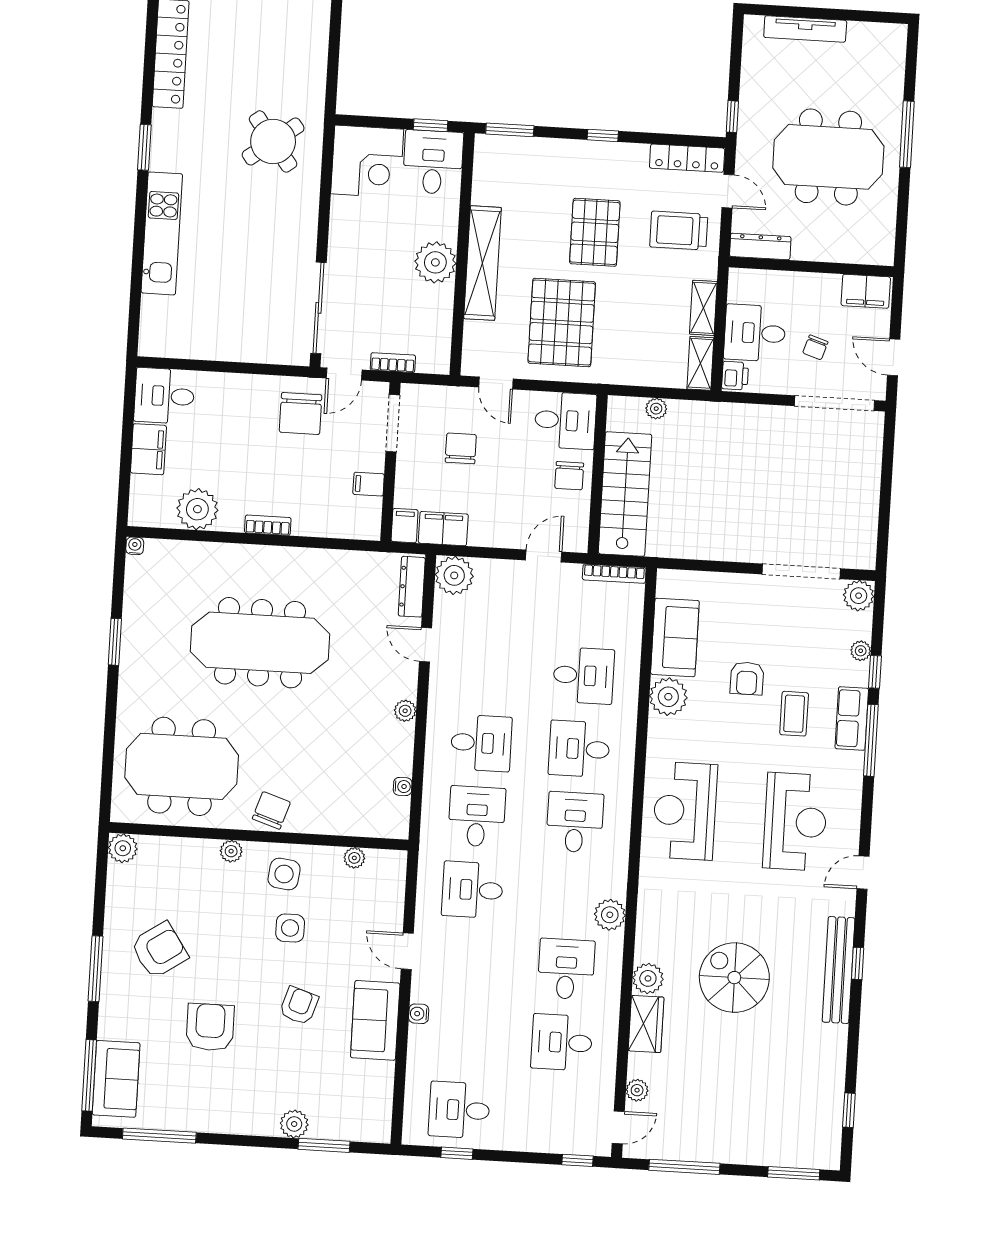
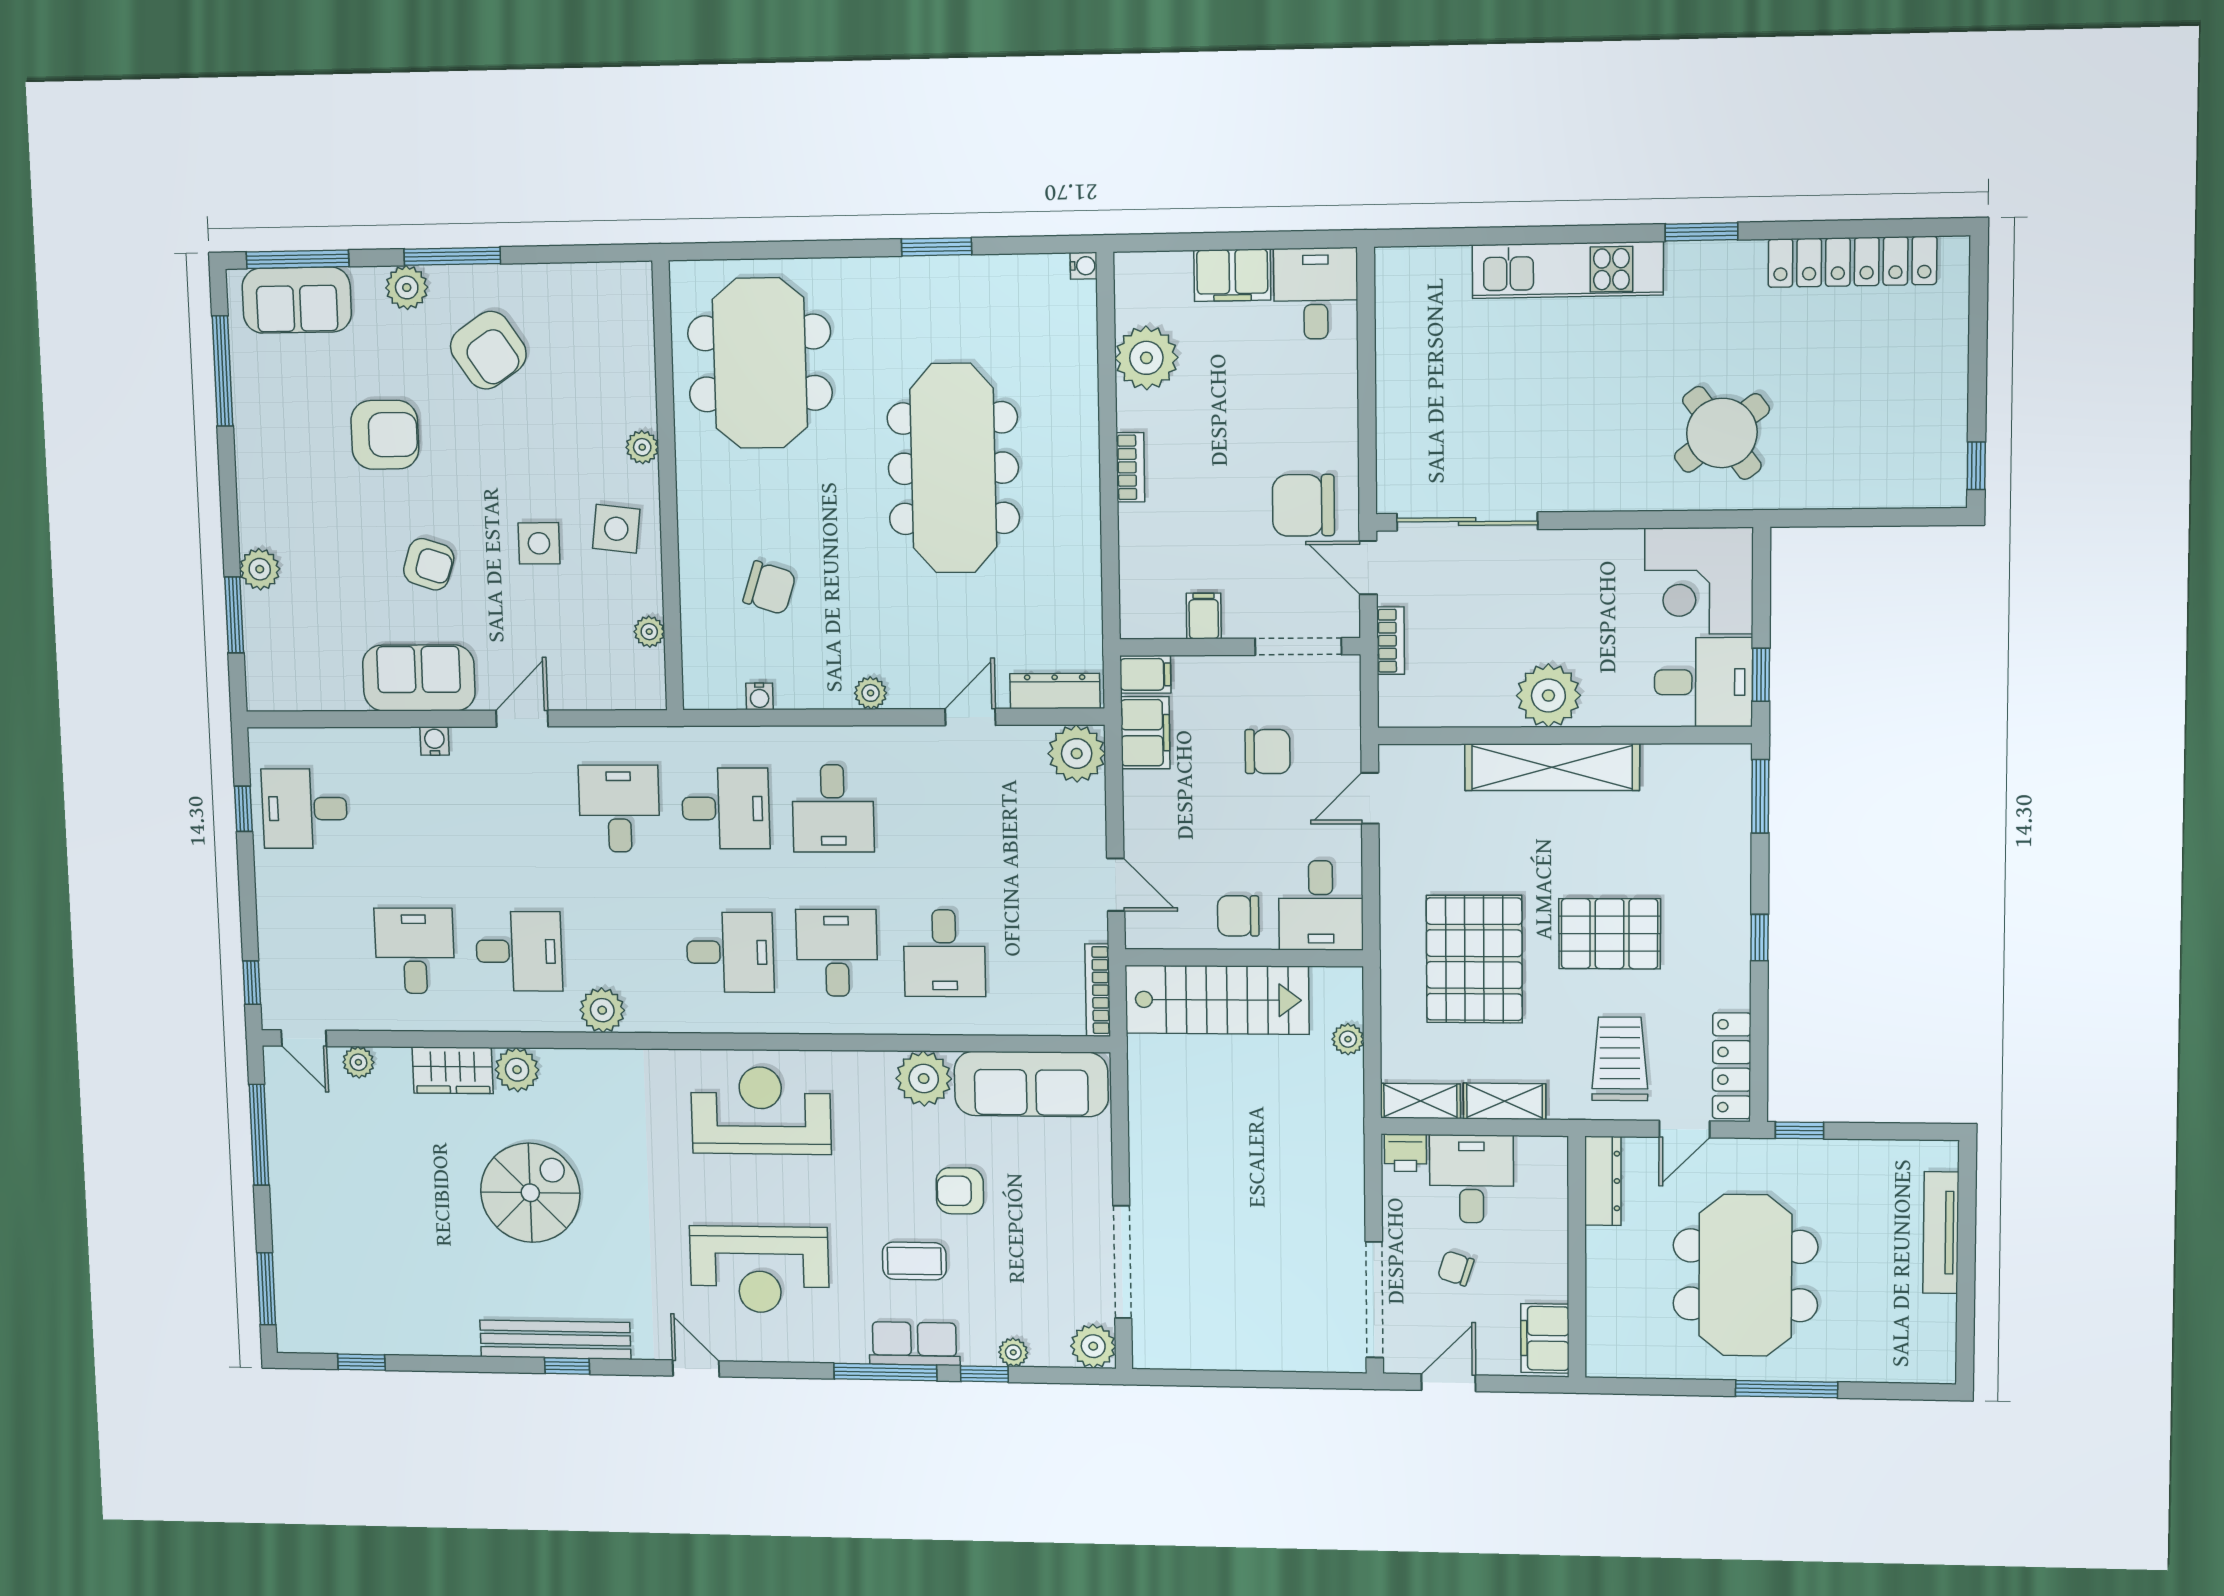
pallet: (562, 322) -> (1474, 959), moved, turned 90
sofa: (675, 637) -> (1031, 1084), width x1.36
chair: (271, 810) -> (769, 588), moved
plant: (123, 848) -> (407, 287), moved
desk: (459, 1110) -> (304, 809), turned -90

